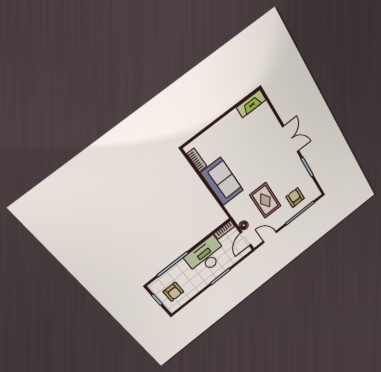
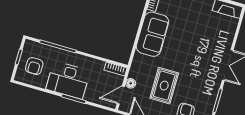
desk: (206, 256) -> (68, 80), moved, turned 180

